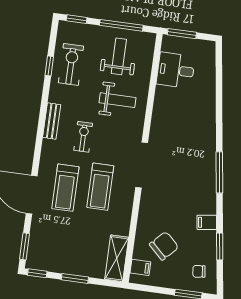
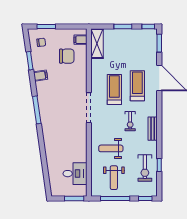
chair: (164, 246) -> (67, 56), turned -134

